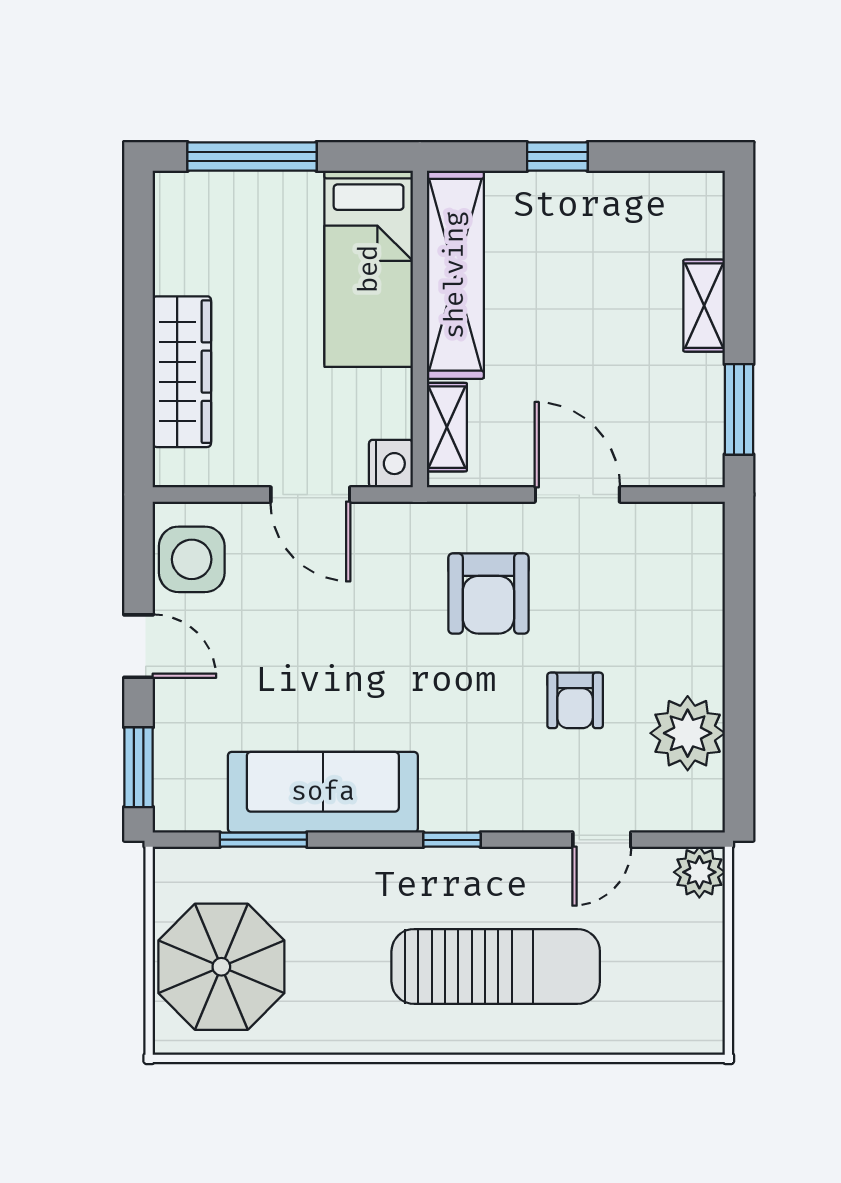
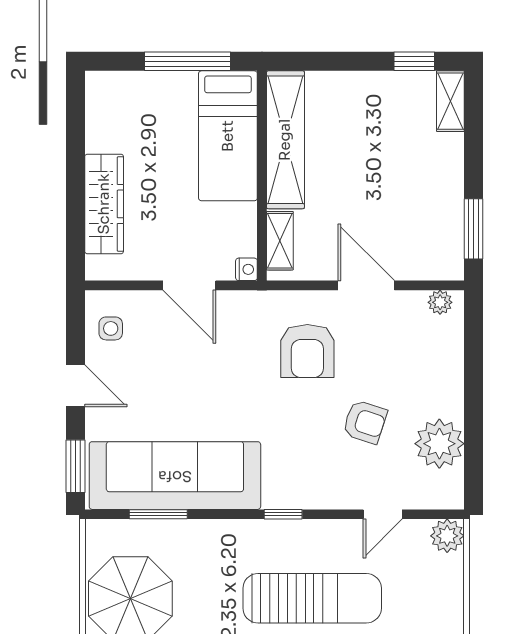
window: (252, 156) -> (187, 61), moved
window: (557, 156) -> (414, 61), moved
shelving: (704, 306) -> (450, 101), moved
nightstand: (391, 464) -> (246, 269), width x0.72, depth x0.74
plant: (689, 520) -> (440, 302), added
side table: (192, 559) -> (111, 328), width x0.54, depth x0.54
armchair: (575, 700) -> (365, 422), turned -72
sofa: (323, 792) -> (175, 476), width x1.36, depth x1.27

